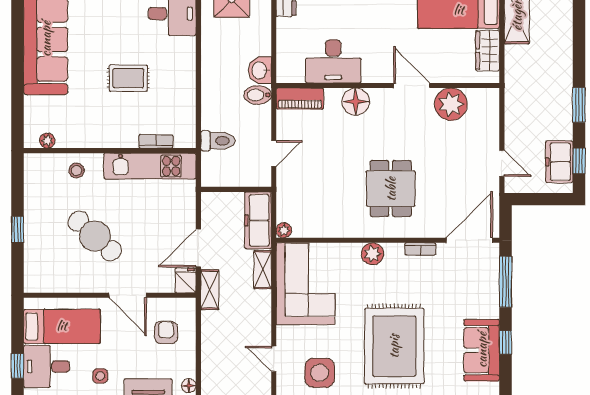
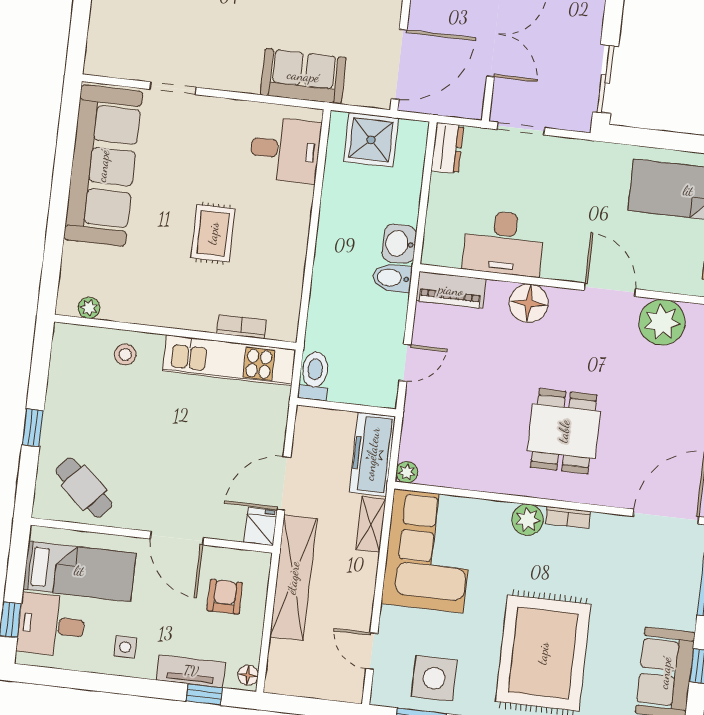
rug: (128, 78) -> (213, 233), turned 90
toilet: (218, 141) -> (314, 376), moved, turned -90
cafe table: (95, 236) -> (84, 488), moved, width x0.73, depth x0.74
bookcase: (420, 249) -> (568, 517), moved
shelving: (210, 290) -> (293, 578), width x2.20, depth x1.33

